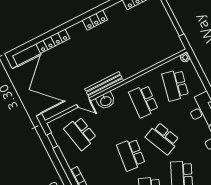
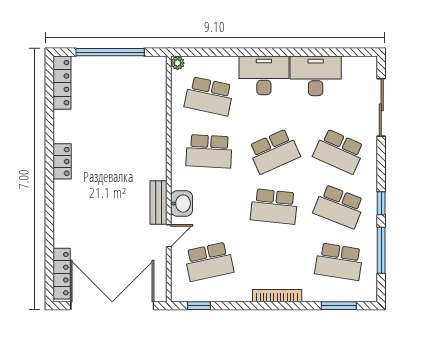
locker: (53, 41) -> (62, 274), moved
bench: (104, 85) -> (158, 202), width x0.73

